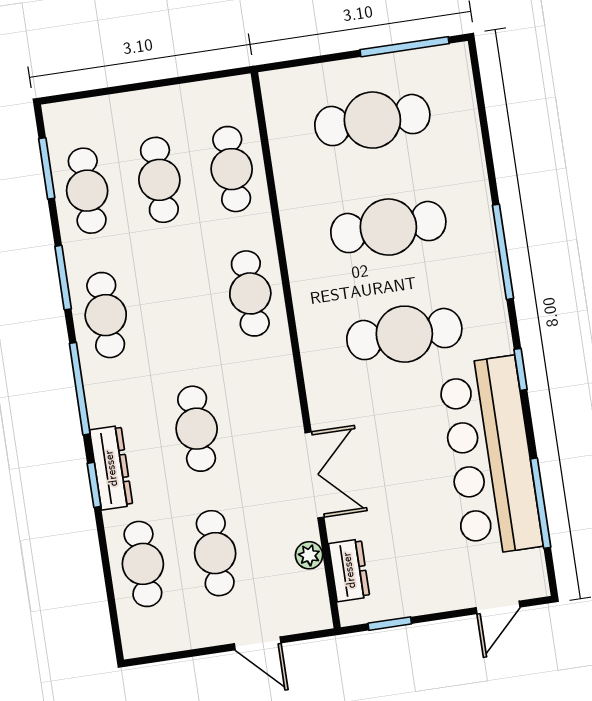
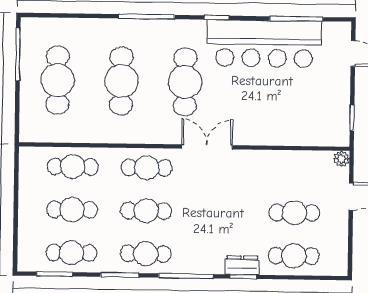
cafe table: (197, 429) -> (146, 211), moved
dresser: (111, 468) -> (242, 265), width x0.70
double door: (314, 475) -> (207, 147), moved
plant: (309, 555) -> (341, 159), moved
dresser: (349, 570) -> (317, 137), removed

